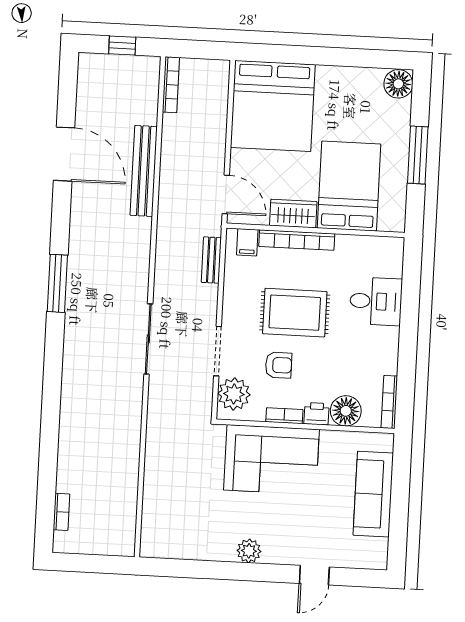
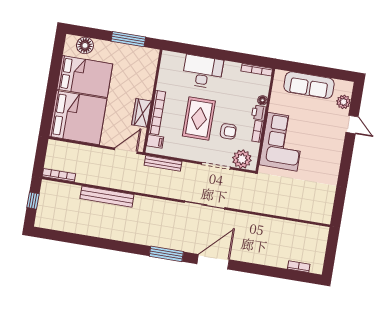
floor lamp: (398, 84) -> (85, 45), moved
door: (64, 154) -> (213, 262), moved
window: (418, 155) -> (128, 39), moved
bed: (349, 186) -> (85, 77), moved, turned 180
bench: (211, 260) -> (163, 163), width x1.36
desk: (376, 301) -> (203, 72), width x1.37
armchair: (279, 365) -> (228, 131), turned 90
floor lamp: (346, 411) -> (262, 100), width x0.53, depth x0.53
plant: (249, 551) -> (344, 102), moved

